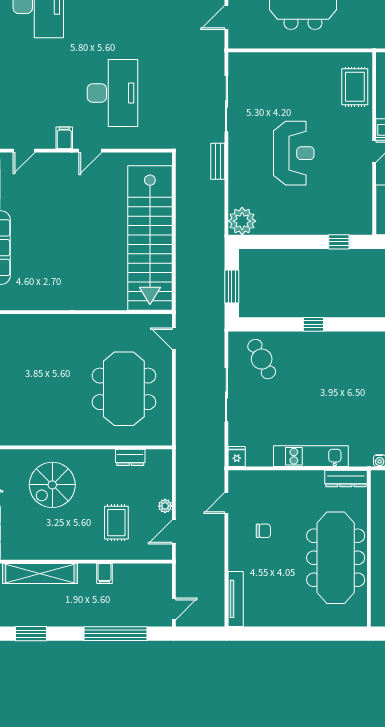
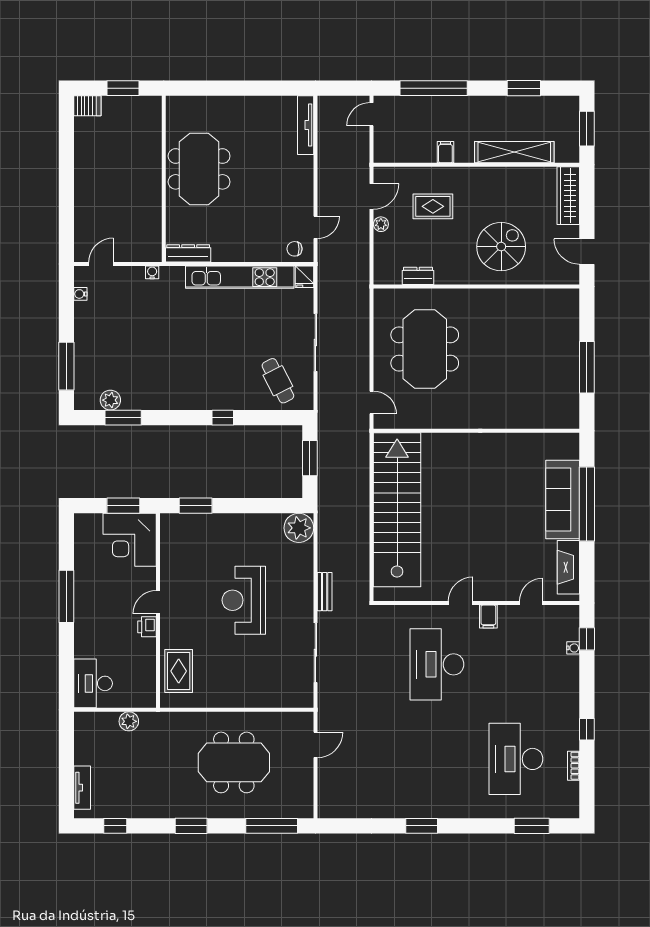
window: (339, 242) -> (196, 506), width x1.50
kitchen unit: (311, 456) -> (240, 277), width x1.36
rug: (116, 523) -> (433, 206), turned 90
chair: (263, 531) -> (295, 249), moved
meeting table: (336, 558) -> (199, 169), width x0.73

